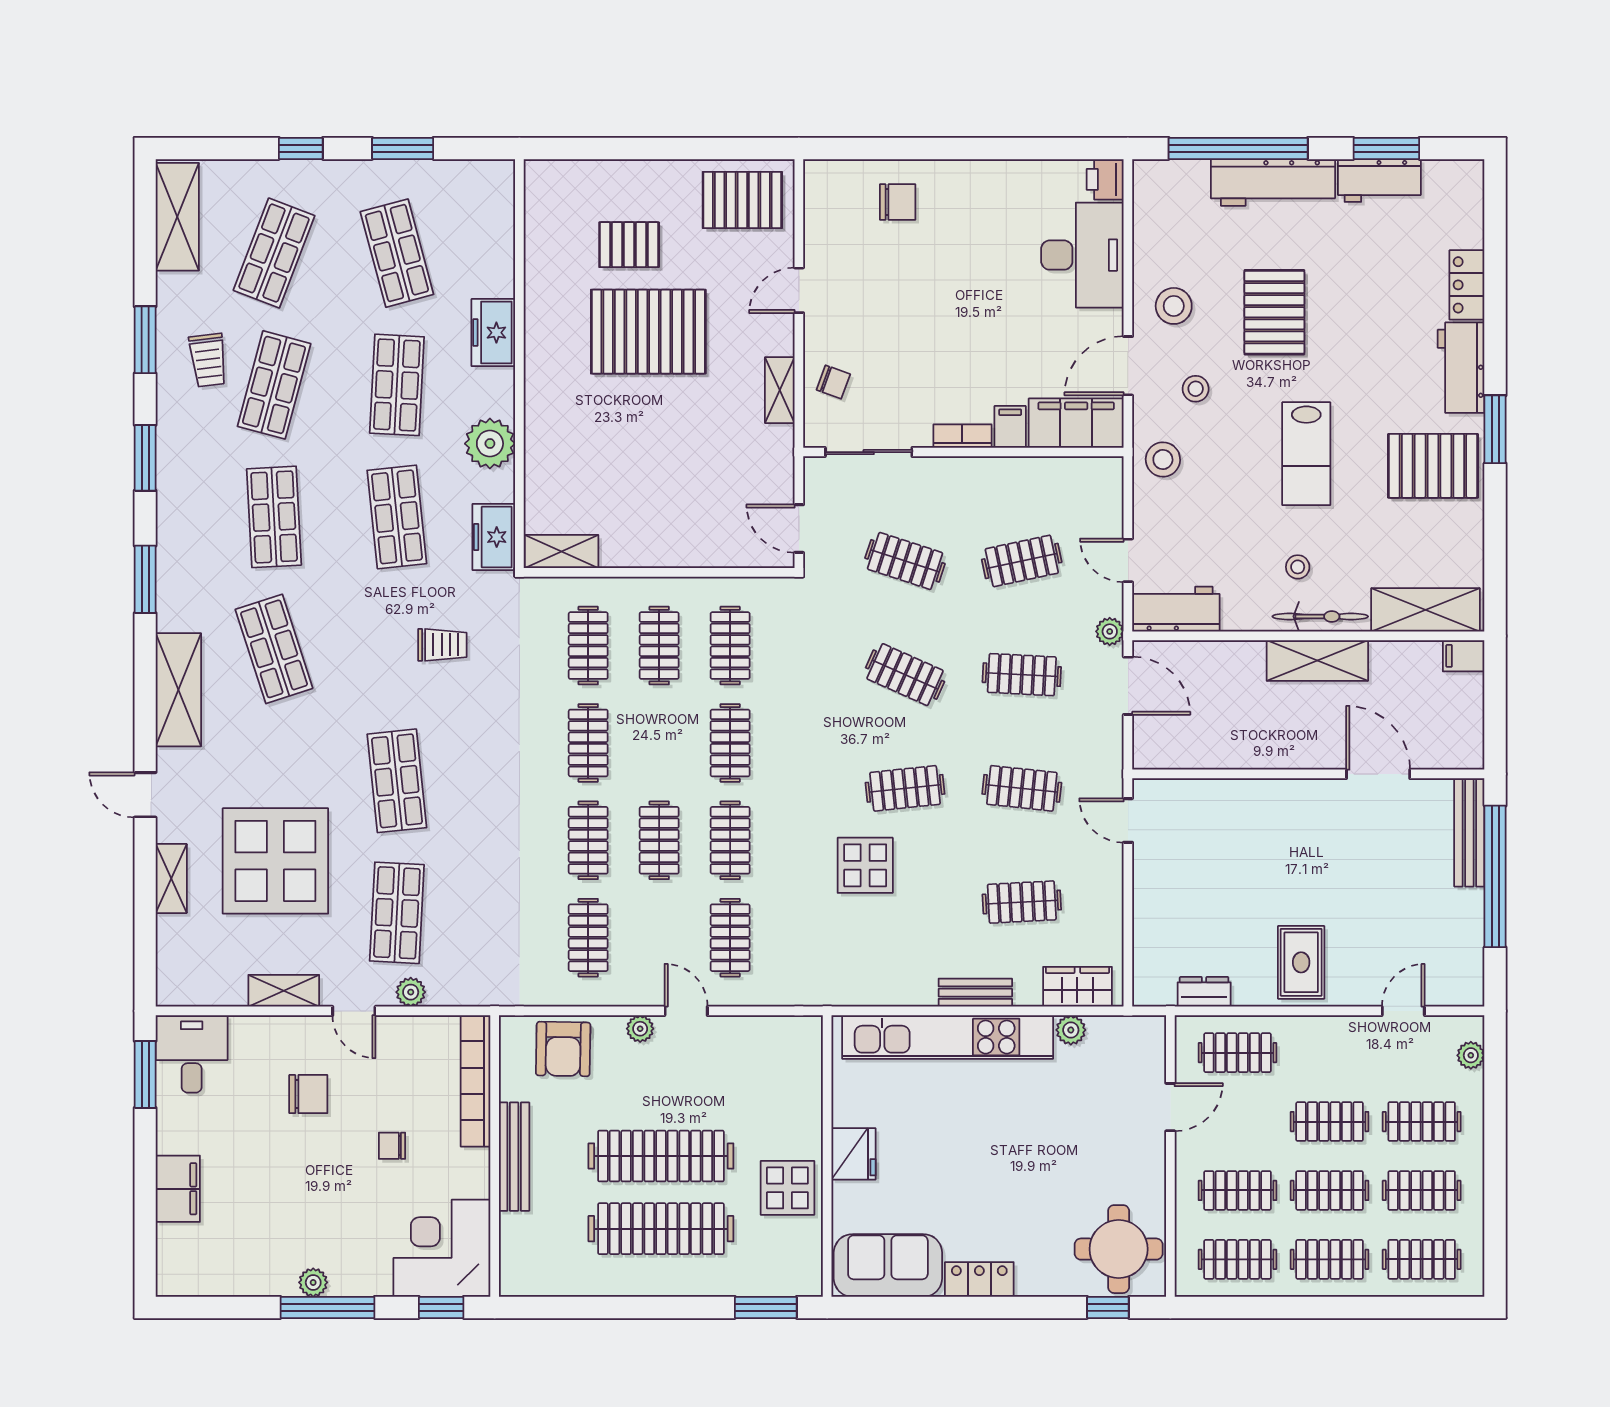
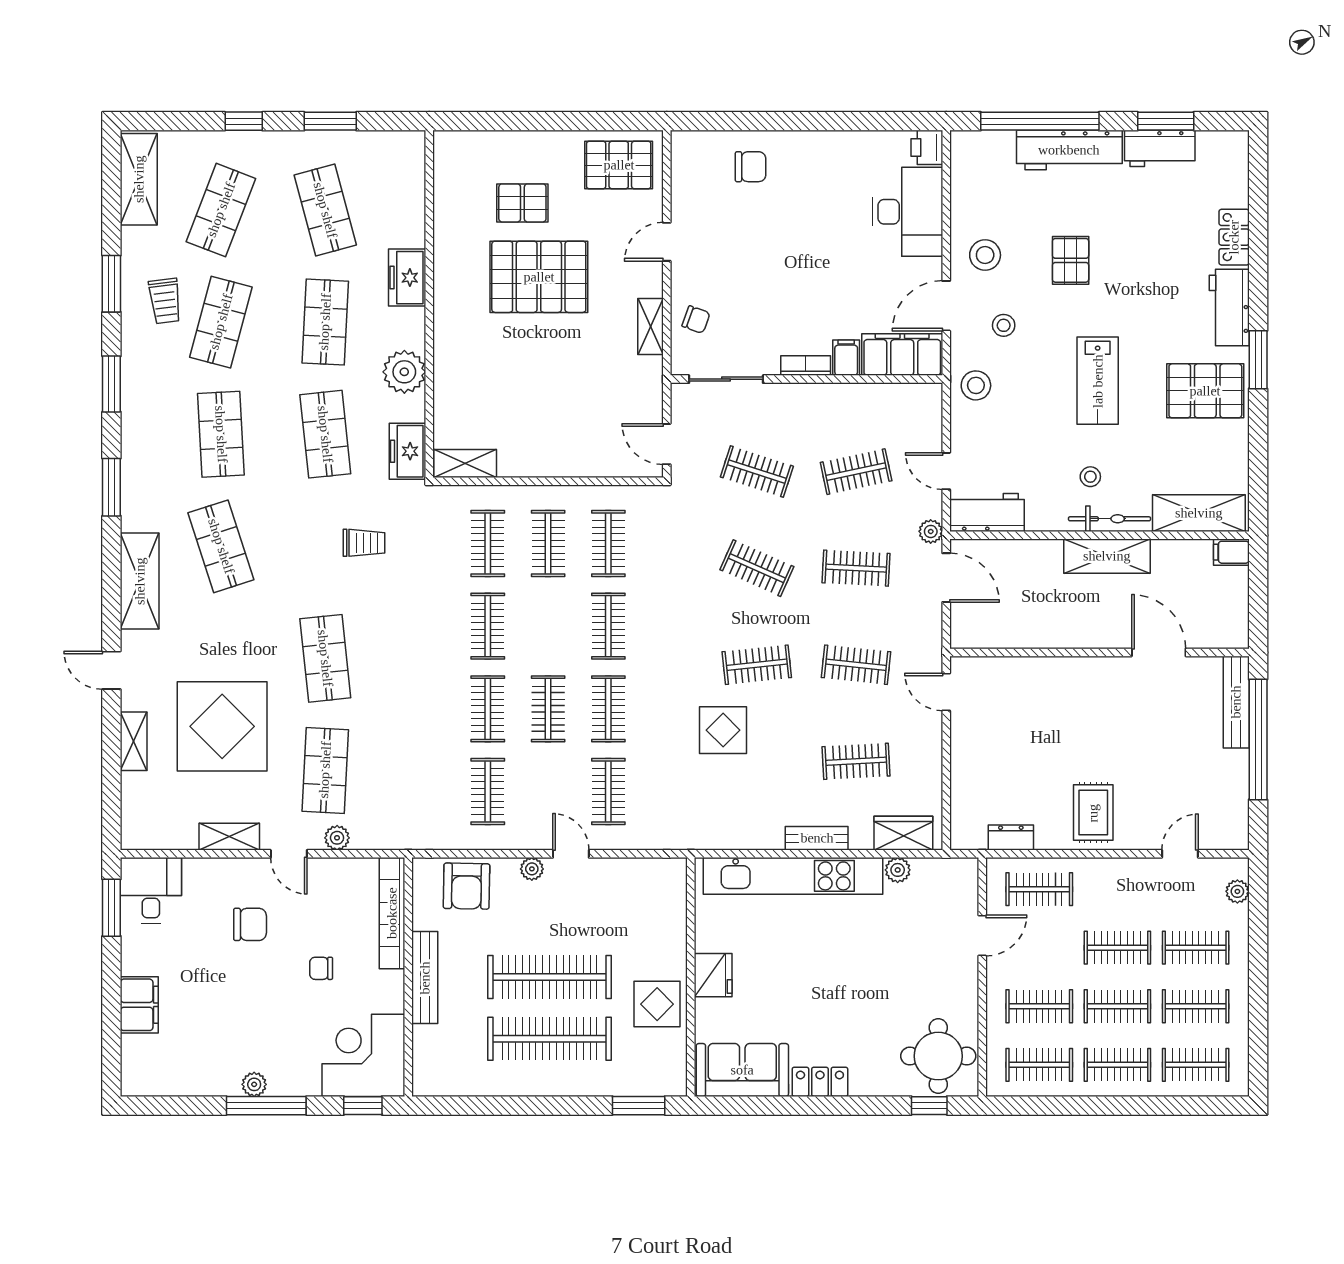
pallet: (1274, 312) -> (1071, 260), width x0.67, depth x0.71

